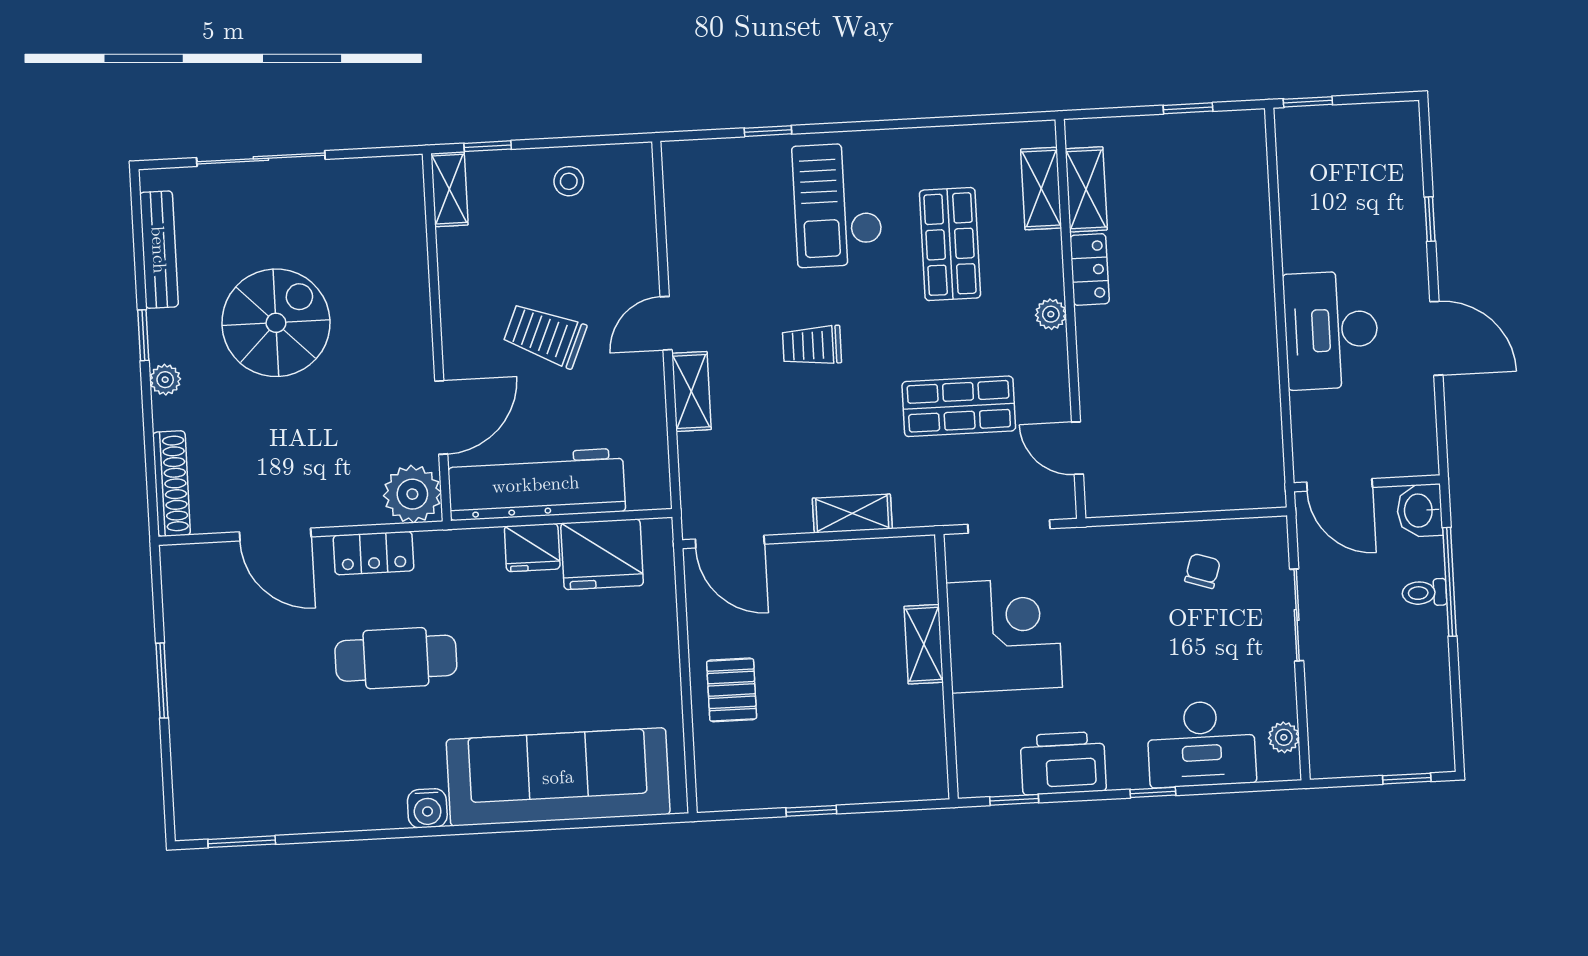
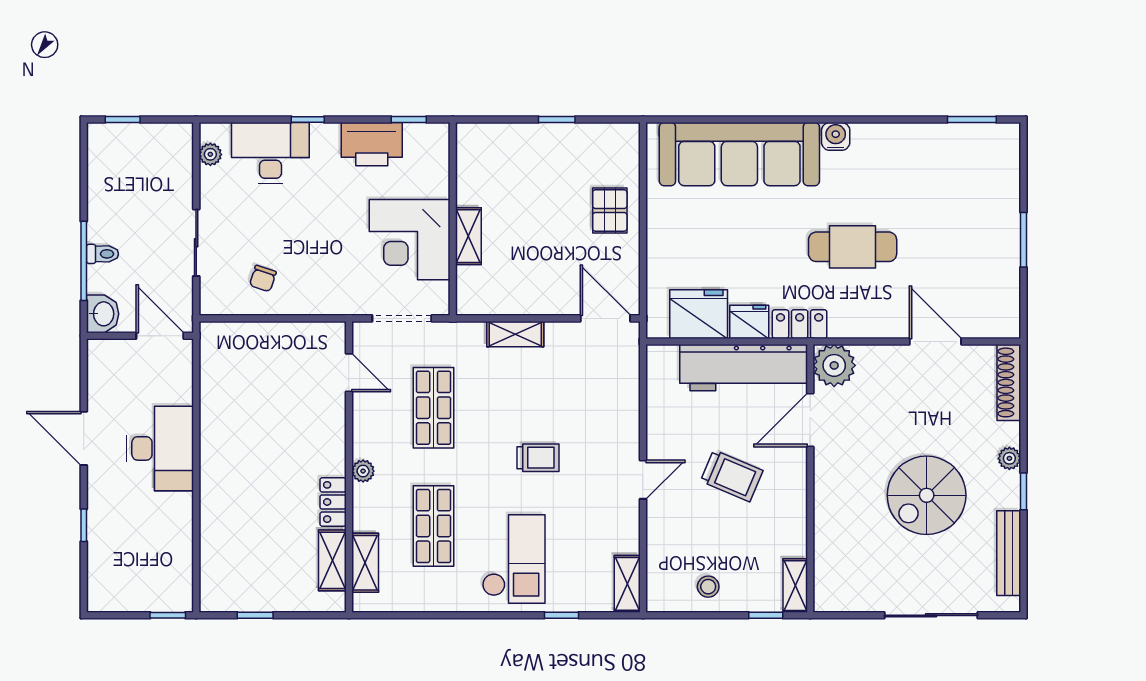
shelving: (691, 391) -> (627, 584), moved
shop shelf: (959, 406) -> (434, 408), turned 90
locker: (374, 553) -> (800, 324), moved

